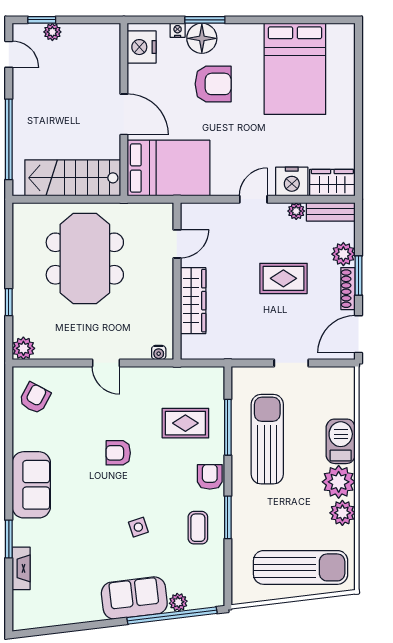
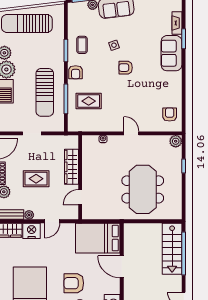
stairs: (73, 178) -> (172, 249), moved, turned 90
door: (177, 244) -> (80, 197), moved
wall: (177, 281) -> (80, 177), moved
wardrobe: (193, 301) -> (72, 167), moved
armchair: (35, 398) -> (170, 114), turned 152
armchair: (118, 453) -> (126, 68), moved, turned 180
sofa: (31, 485) -> (171, 53), moved

